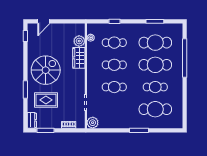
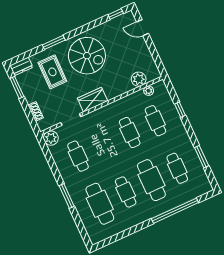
cafe table: (155, 43) -> (177, 168), width x0.73, depth x0.74
wardrobe: (79, 58) -> (93, 100), moved
cafe table: (114, 87) -> (78, 156), moved

